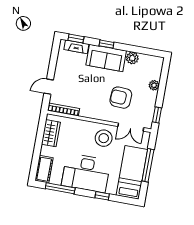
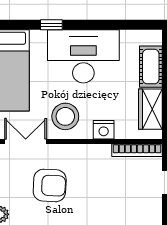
nightstand: (82, 126) -> (104, 130), added
cot: (44, 169) -> (151, 67), moved
window: (60, 188) -> (120, 25), removed

